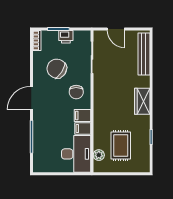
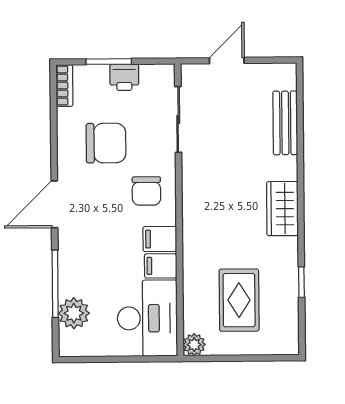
door: (116, 29) -> (227, 61), swing flipped
bench: (144, 54) -> (285, 123), width x0.73
chair: (57, 69) -> (106, 143), turned 147
plant: (40, 151) -> (74, 313), added
plant: (99, 155) -> (194, 345), moved

